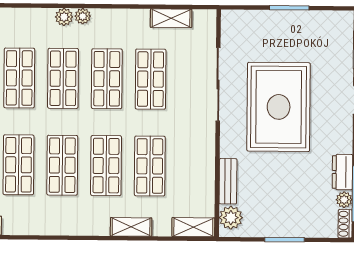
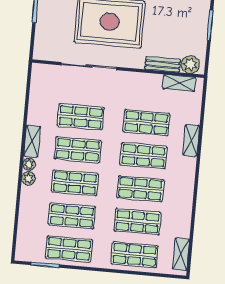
shelving: (171, 18) -> (32, 141), moved
shelving: (193, 227) -> (179, 83), moved, turned 90

